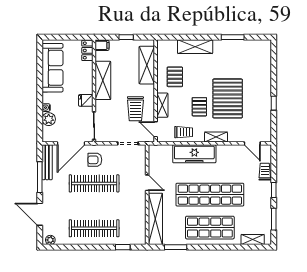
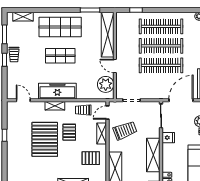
pallet: (175, 77) -> (91, 158), turned 90
trolley: (135, 109) -> (125, 130), turned 69
door: (156, 129) -> (107, 113), swing flipped
freezer: (194, 154) -> (57, 91), moved
armchair: (95, 160) -> (160, 86), removed
plant: (158, 162) -> (106, 84), added
trolley: (265, 172) -> (14, 54), moved
shop shelf: (210, 195) -> (60, 56), width x0.50, depth x0.74
clothes rail: (94, 206) -> (161, 46), added

